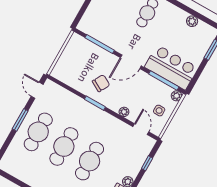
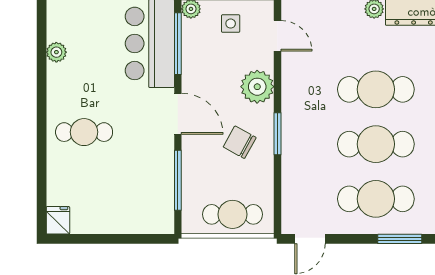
cafe table: (69, 61) -> (232, 214), added
plant: (124, 112) -> (257, 87), width x1.87, depth x1.87
window: (20, 120) -> (400, 239), moved
door: (141, 129) -> (277, 36), swing flipped

